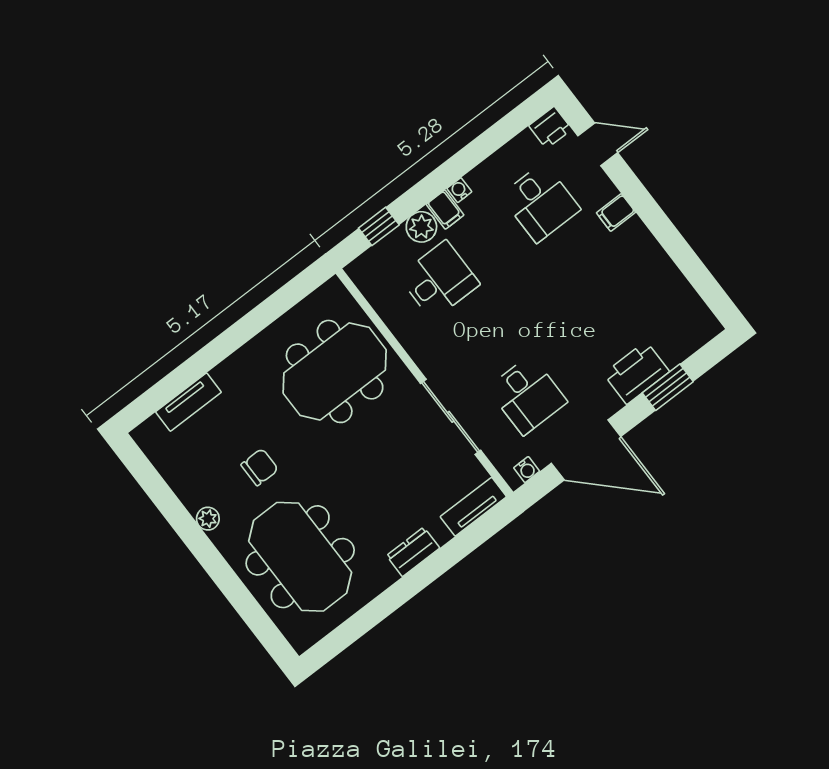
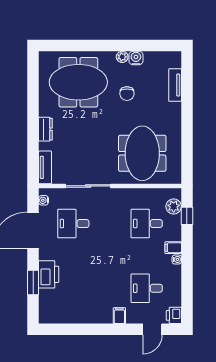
plant: (421, 227) -> (174, 206), moved
desk: (439, 280) -> (147, 224), turned 90
water cooler: (193, 496) -> (136, 58), added

